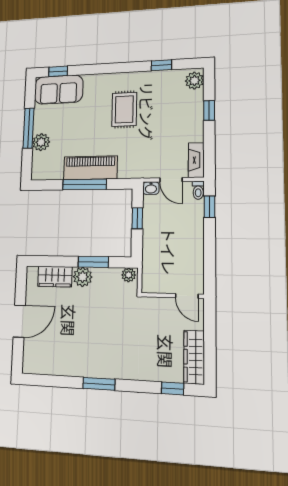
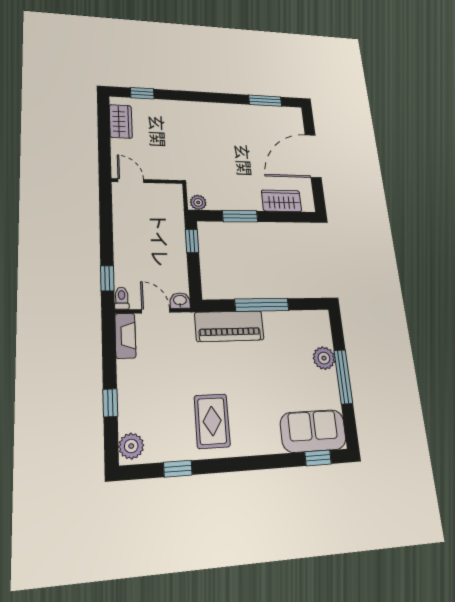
rug: (124, 109) -> (212, 421), moved
piano: (90, 168) -> (229, 326), moved
window: (137, 218) -> (192, 241), moved
plant: (83, 277) -> (250, 200), removed
door: (19, 321) -> (313, 156), width x1.36
wardrobe: (194, 357) -> (121, 121), width x0.67
window: (99, 384) -> (265, 101), moved

